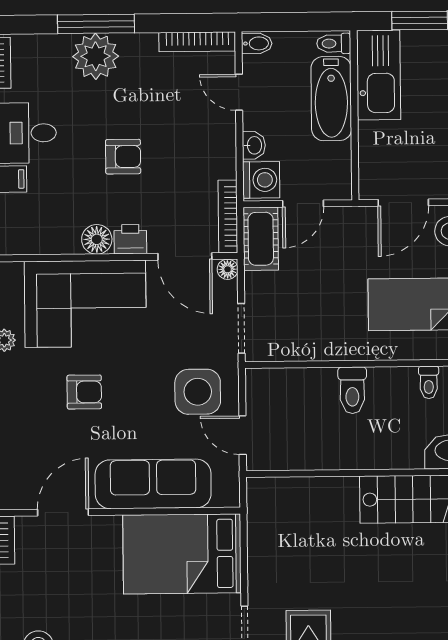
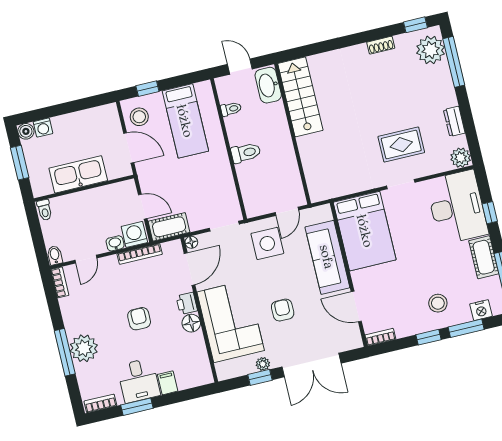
bookcase: (197, 42) -> (60, 282), width x0.64
kitchen sink: (379, 75) -> (78, 174), moved
bathtub: (331, 99) -> (77, 204), removed
bookcase: (228, 217) -> (140, 254), moved

